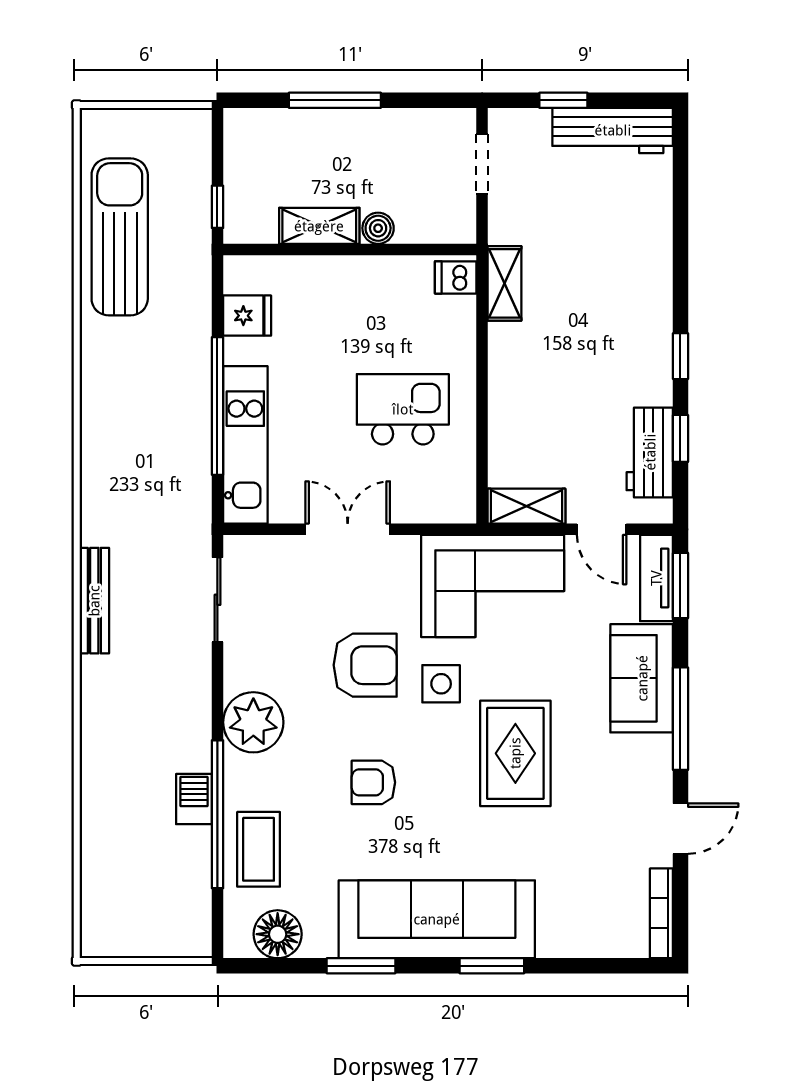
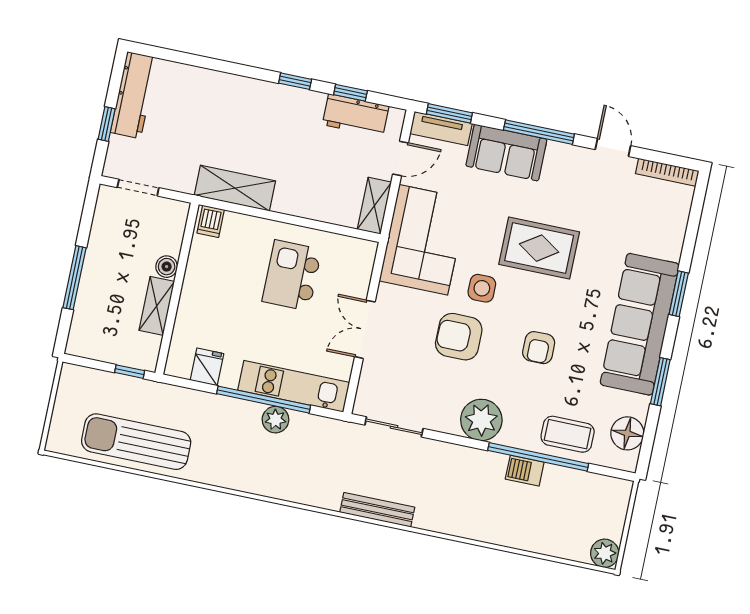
shelving: (505, 283) -> (235, 188), width x1.50, depth x1.33
plant: (192, 429) -> (275, 420), added
armchair: (365, 665) -> (459, 337), turned -90
plant: (100, 938) -> (605, 553), added

